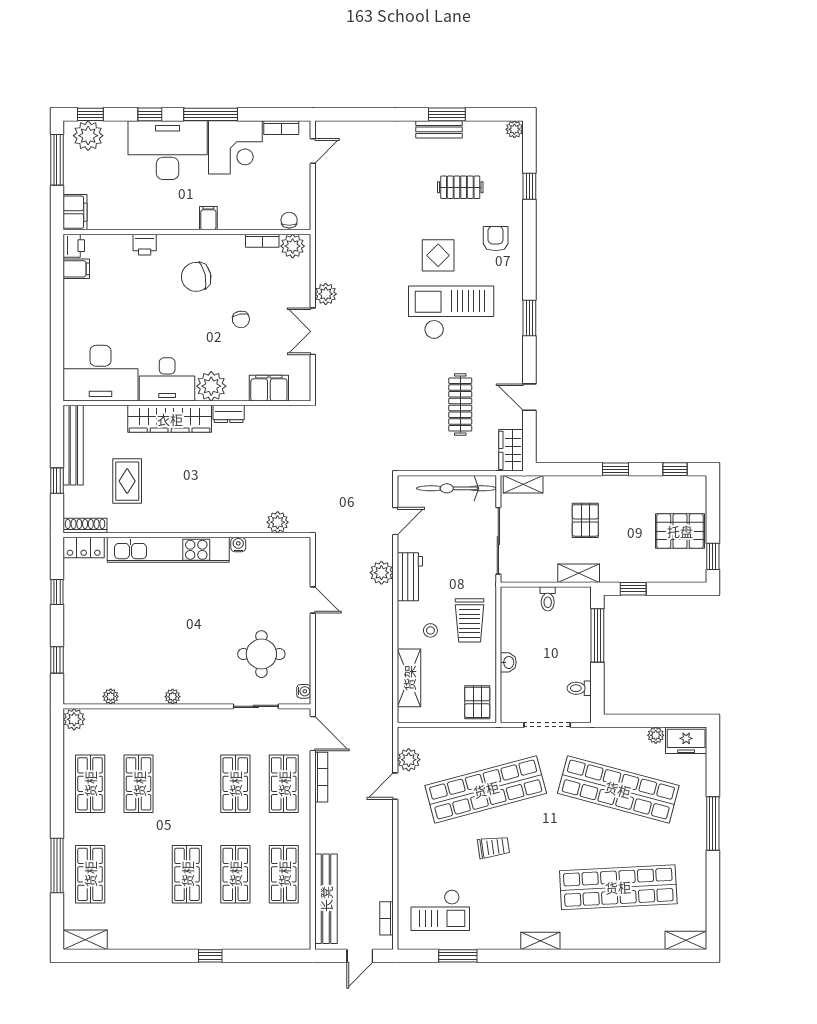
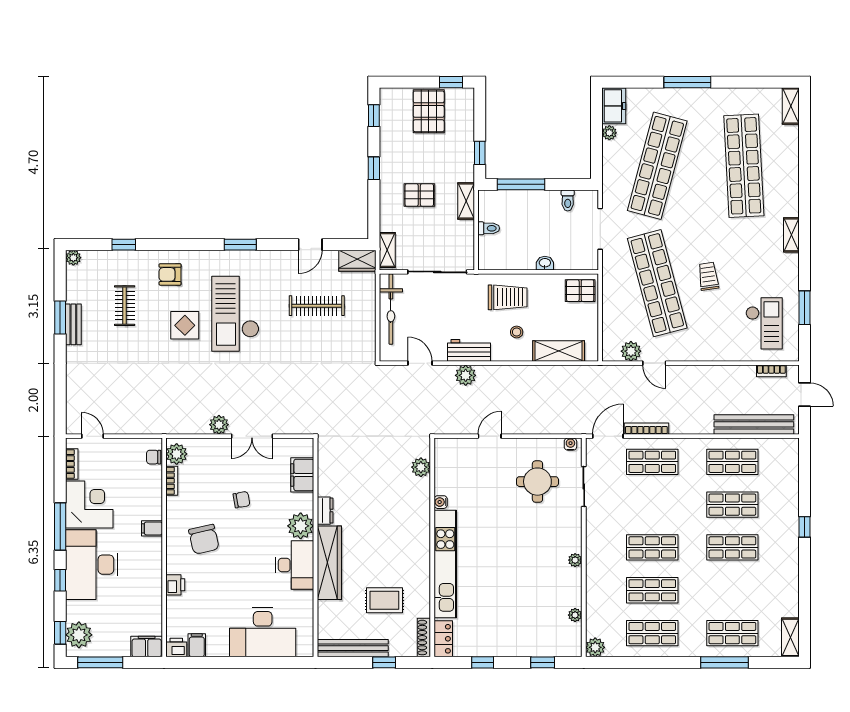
desk: (100, 373) -> (263, 632), moved, turned 90
shop shelf: (235, 784) -> (652, 547), moved

